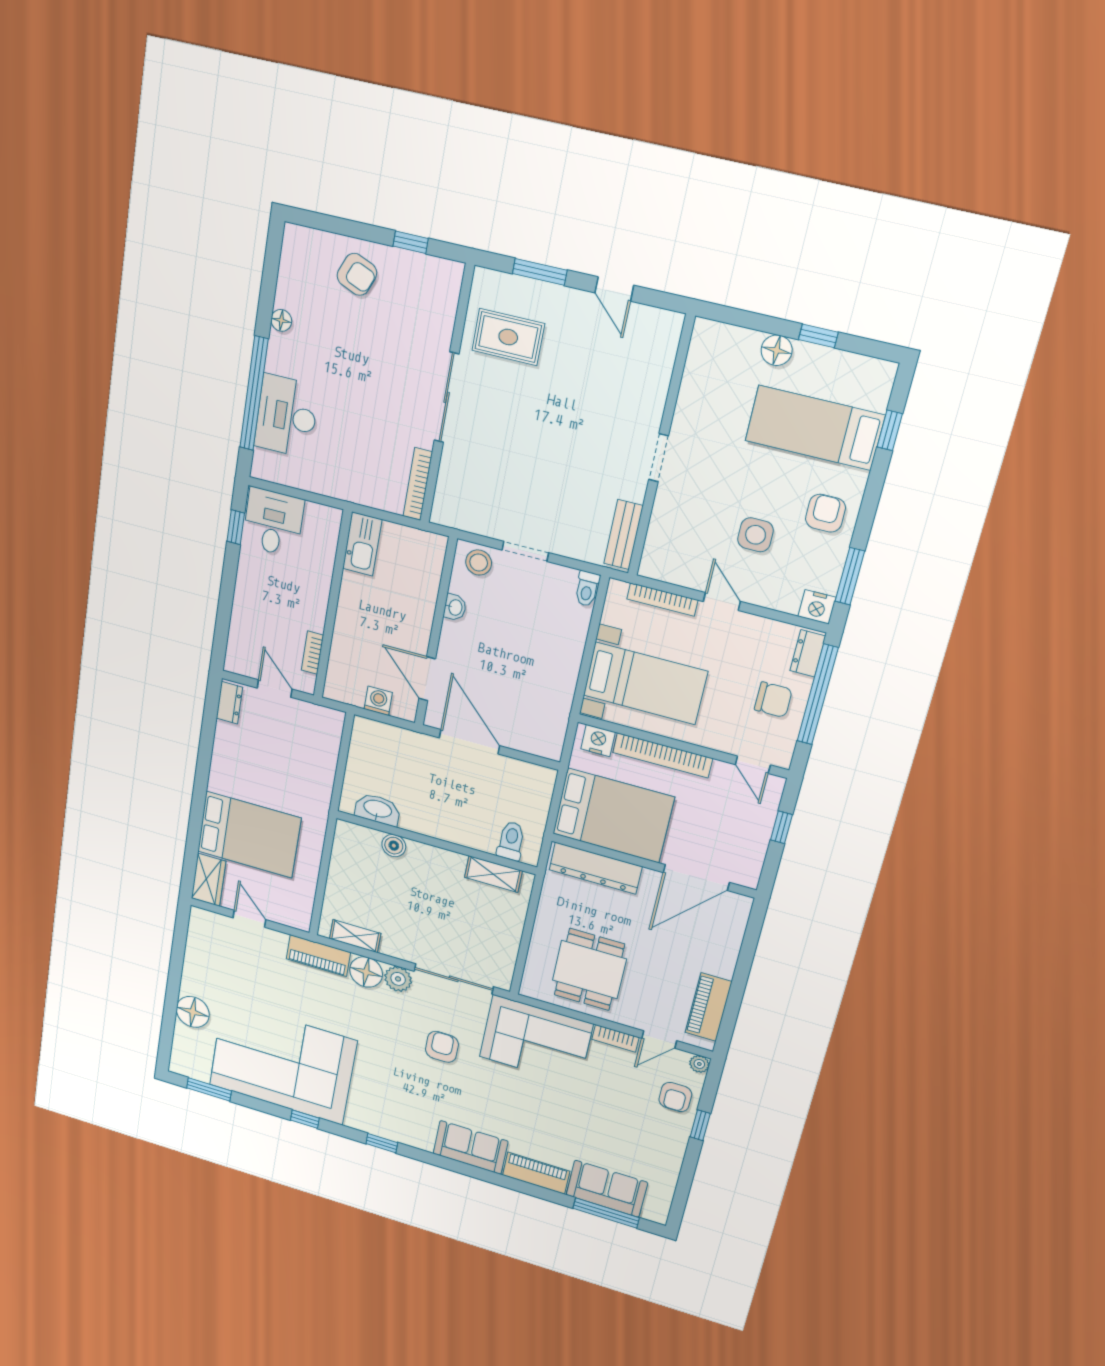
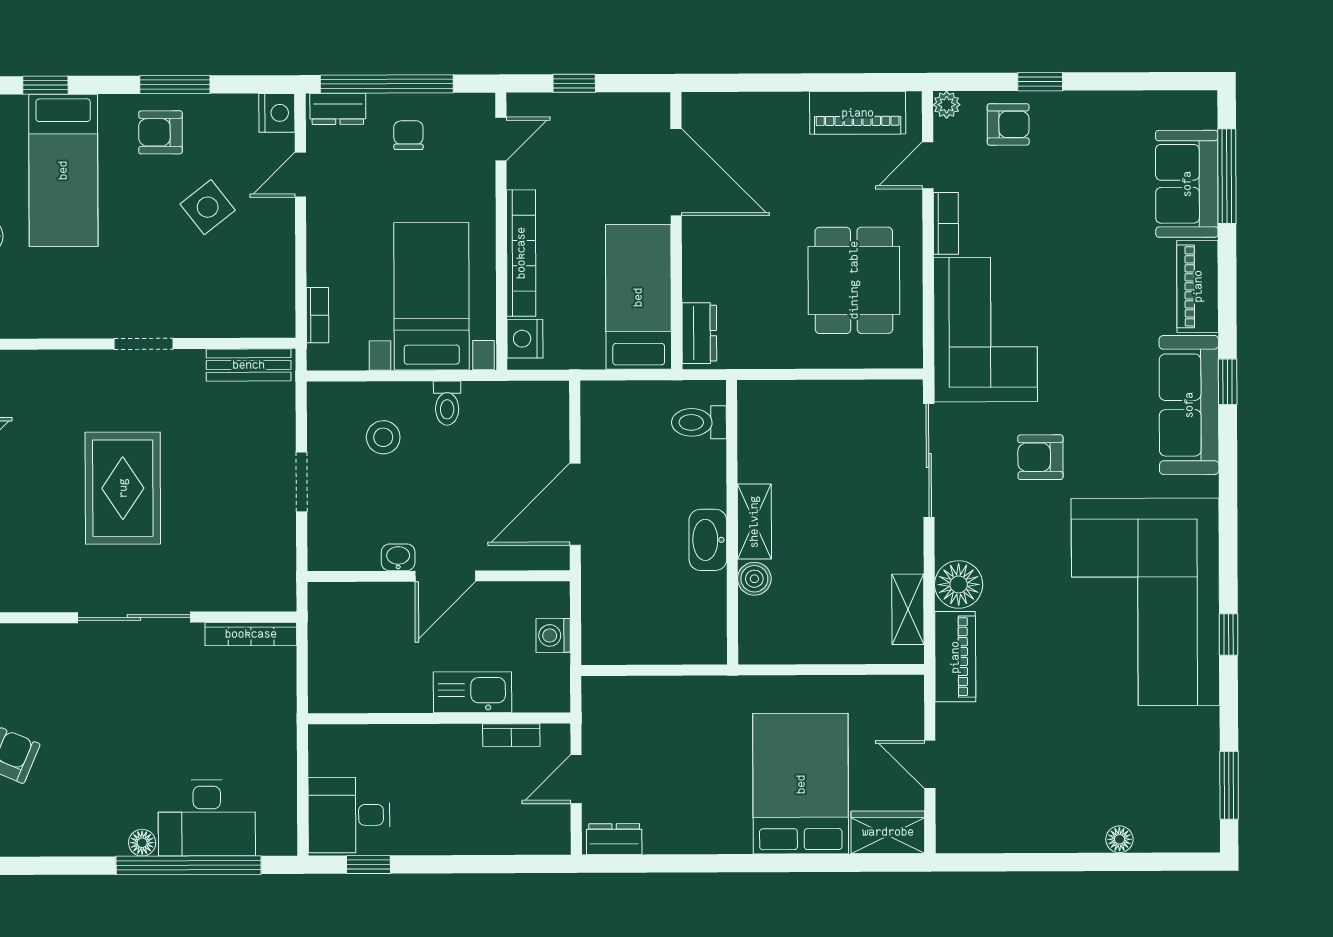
floor lamp: (281, 320) -> (142, 843), moved
rug: (508, 337) -> (123, 488), moved, width x1.36, depth x1.43
side table: (756, 535) -> (208, 207), turned -38
kitchen sink: (362, 544) -> (473, 692), moved
stool: (479, 562) -> (383, 437), moved
window: (850, 576) -> (175, 85), moved
toilet: (587, 589) -> (447, 403), moved, turned 90
bookcase: (662, 599) -> (317, 315), width x0.64
door: (722, 601) -> (300, 175), moved
door: (427, 679) -> (445, 576), moved
chair: (773, 700) -> (408, 135), width x0.73, depth x0.73
washbasin: (378, 809) -> (708, 540), moved
bed: (613, 816) -> (638, 297), width x0.67
dresser: (596, 868) -> (699, 333), width x0.51, depth x0.80
shelving: (493, 874) -> (754, 522), moved
door: (249, 919) -> (930, 764), hinge flipped
dining table: (589, 970) -> (854, 280), turned 90
plant: (398, 979) -> (954, 538), removed
floor lamp: (193, 1012) -> (1119, 839), width x0.53, depth x0.53
door: (659, 1040) -> (928, 165), swing flipped
corner sofa: (283, 1063) -> (1145, 602), moved
window: (382, 1143) -> (1228, 382), moved
sofa: (471, 1147) -> (1189, 405), width x1.36

